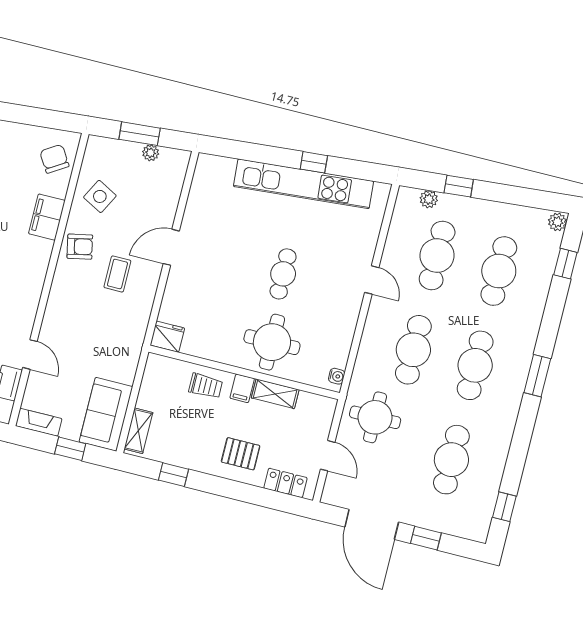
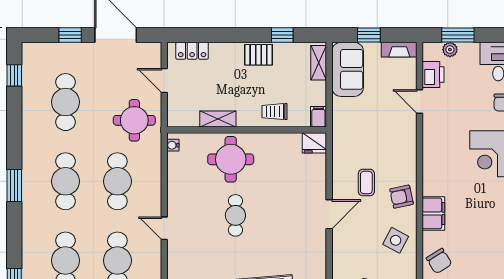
filing cabinet: (242, 388) -> (318, 117), moved
pallet: (241, 454) -> (258, 55), moved

